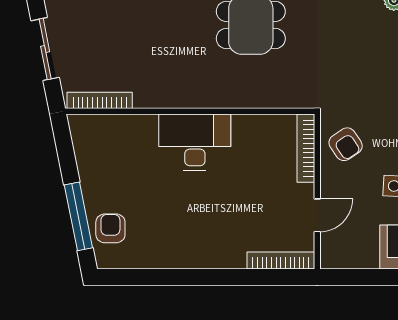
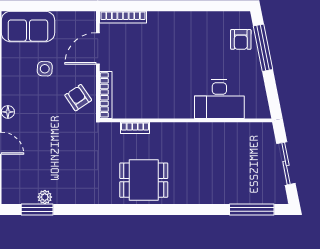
bookcase: (100, 100) -> (135, 128), moved, width x0.64
desk: (195, 142) -> (219, 99), moved
door: (317, 215) -> (98, 49), width x1.38

